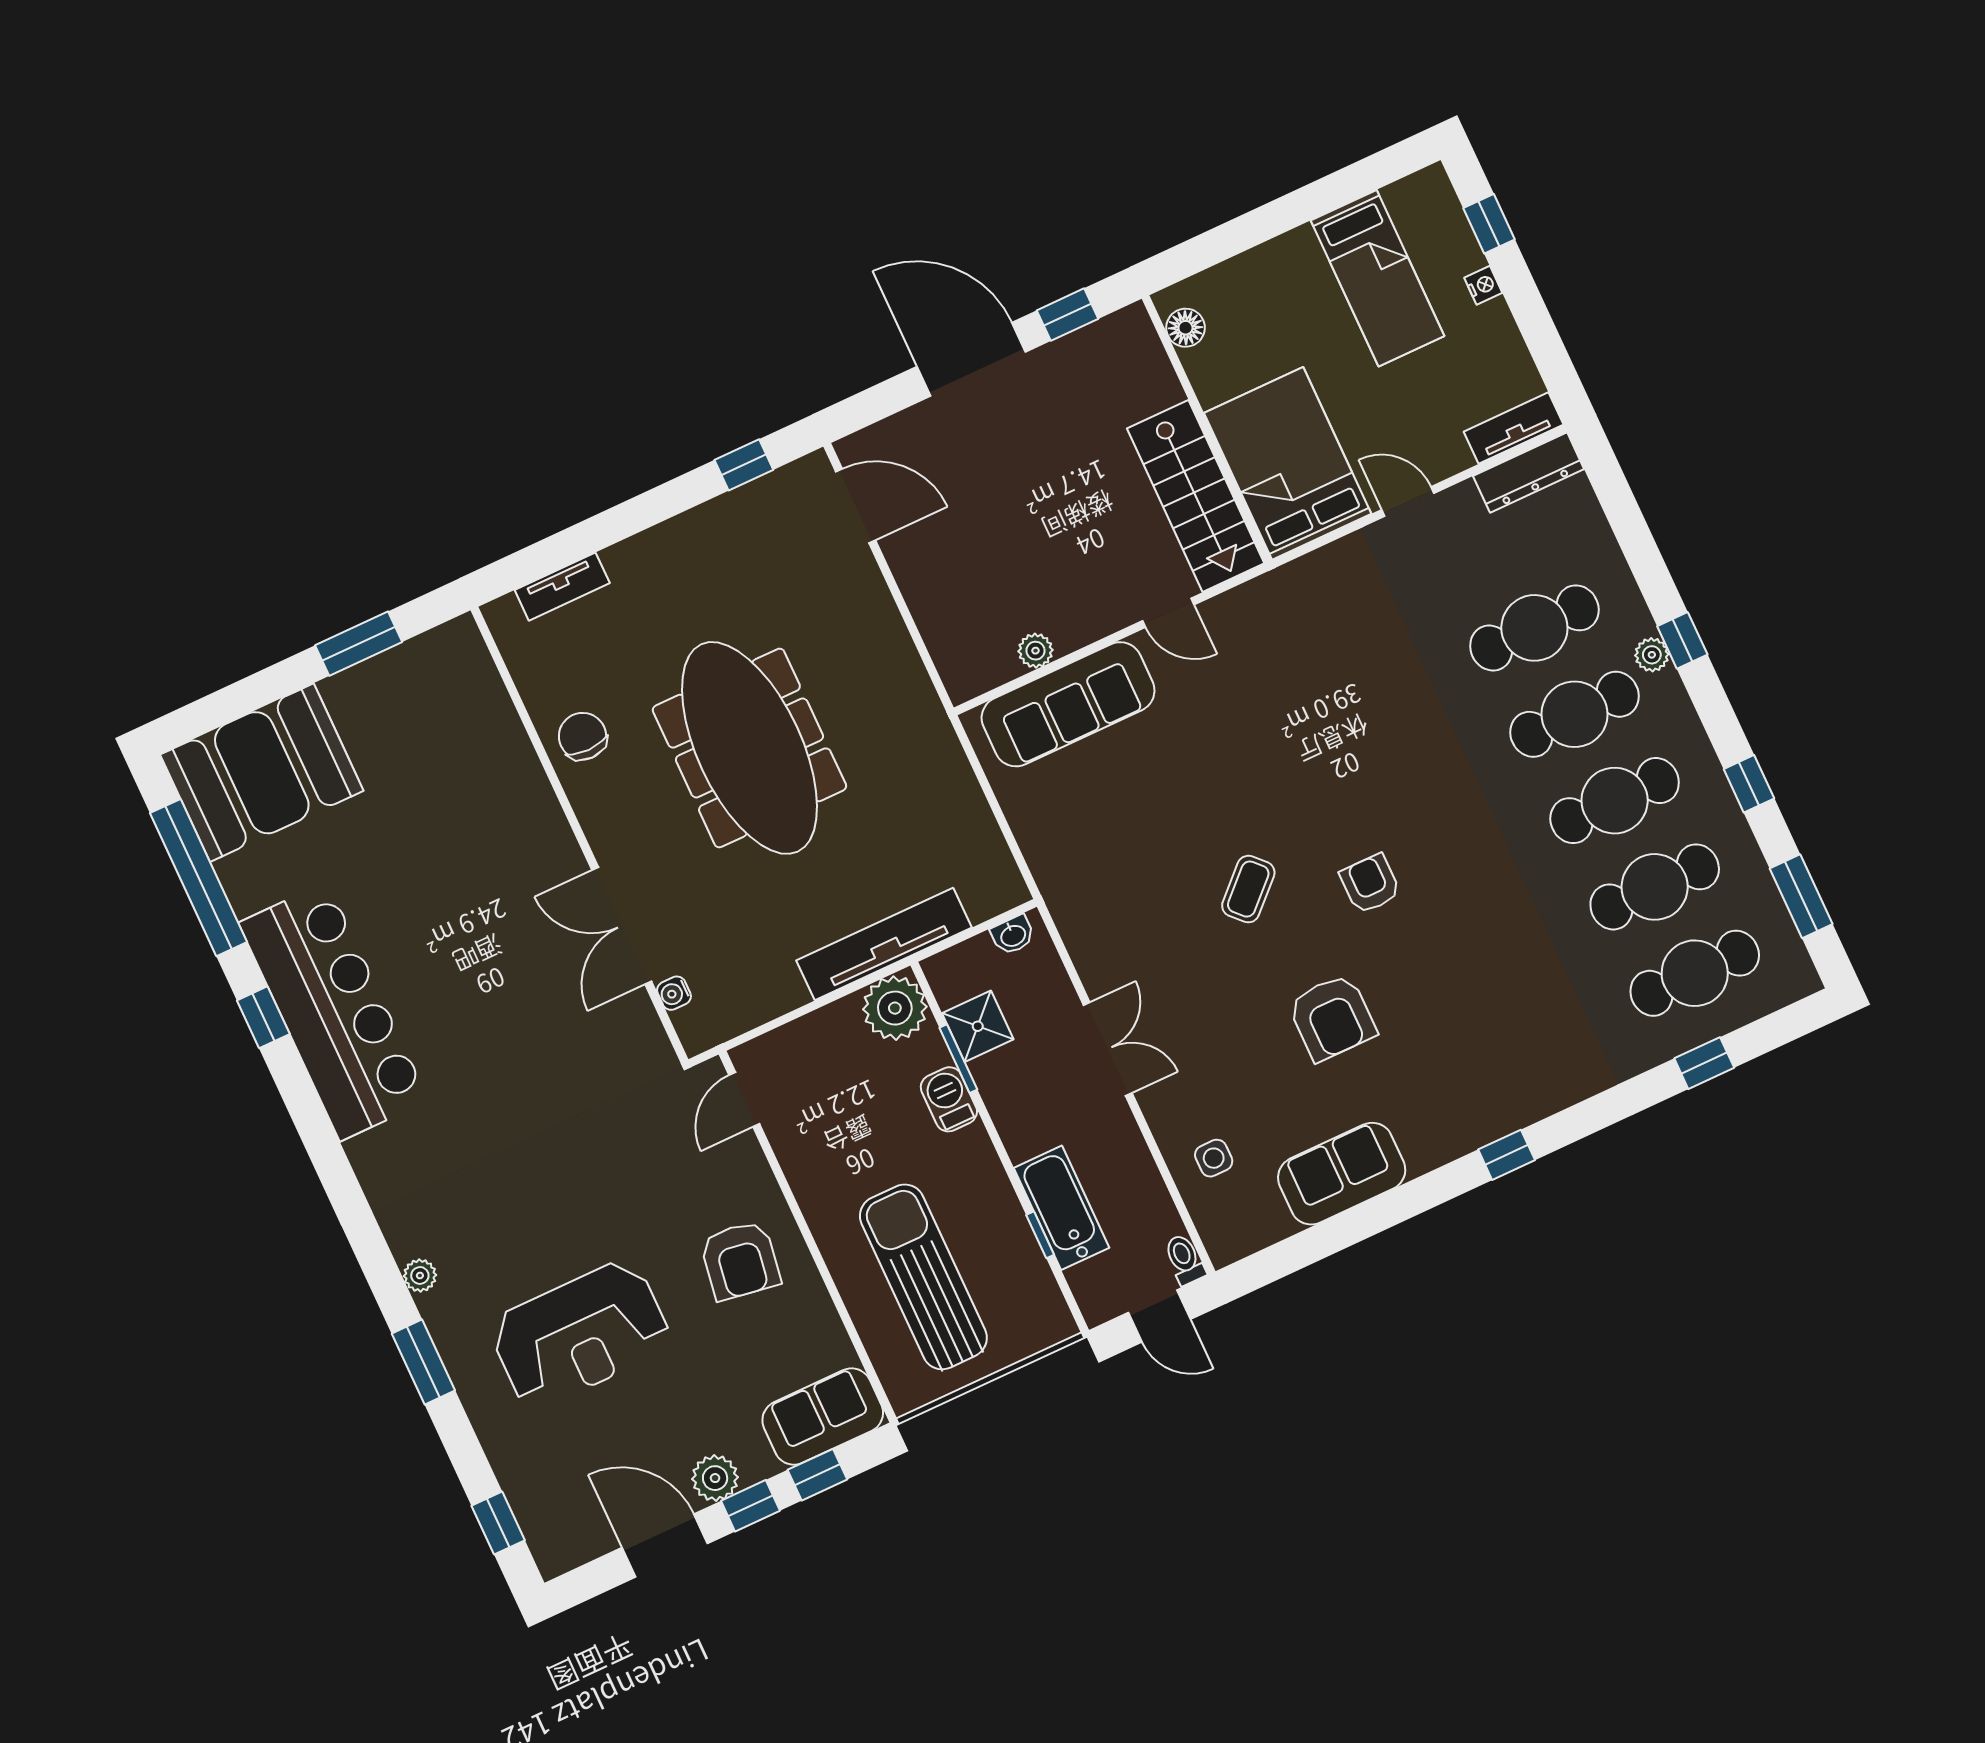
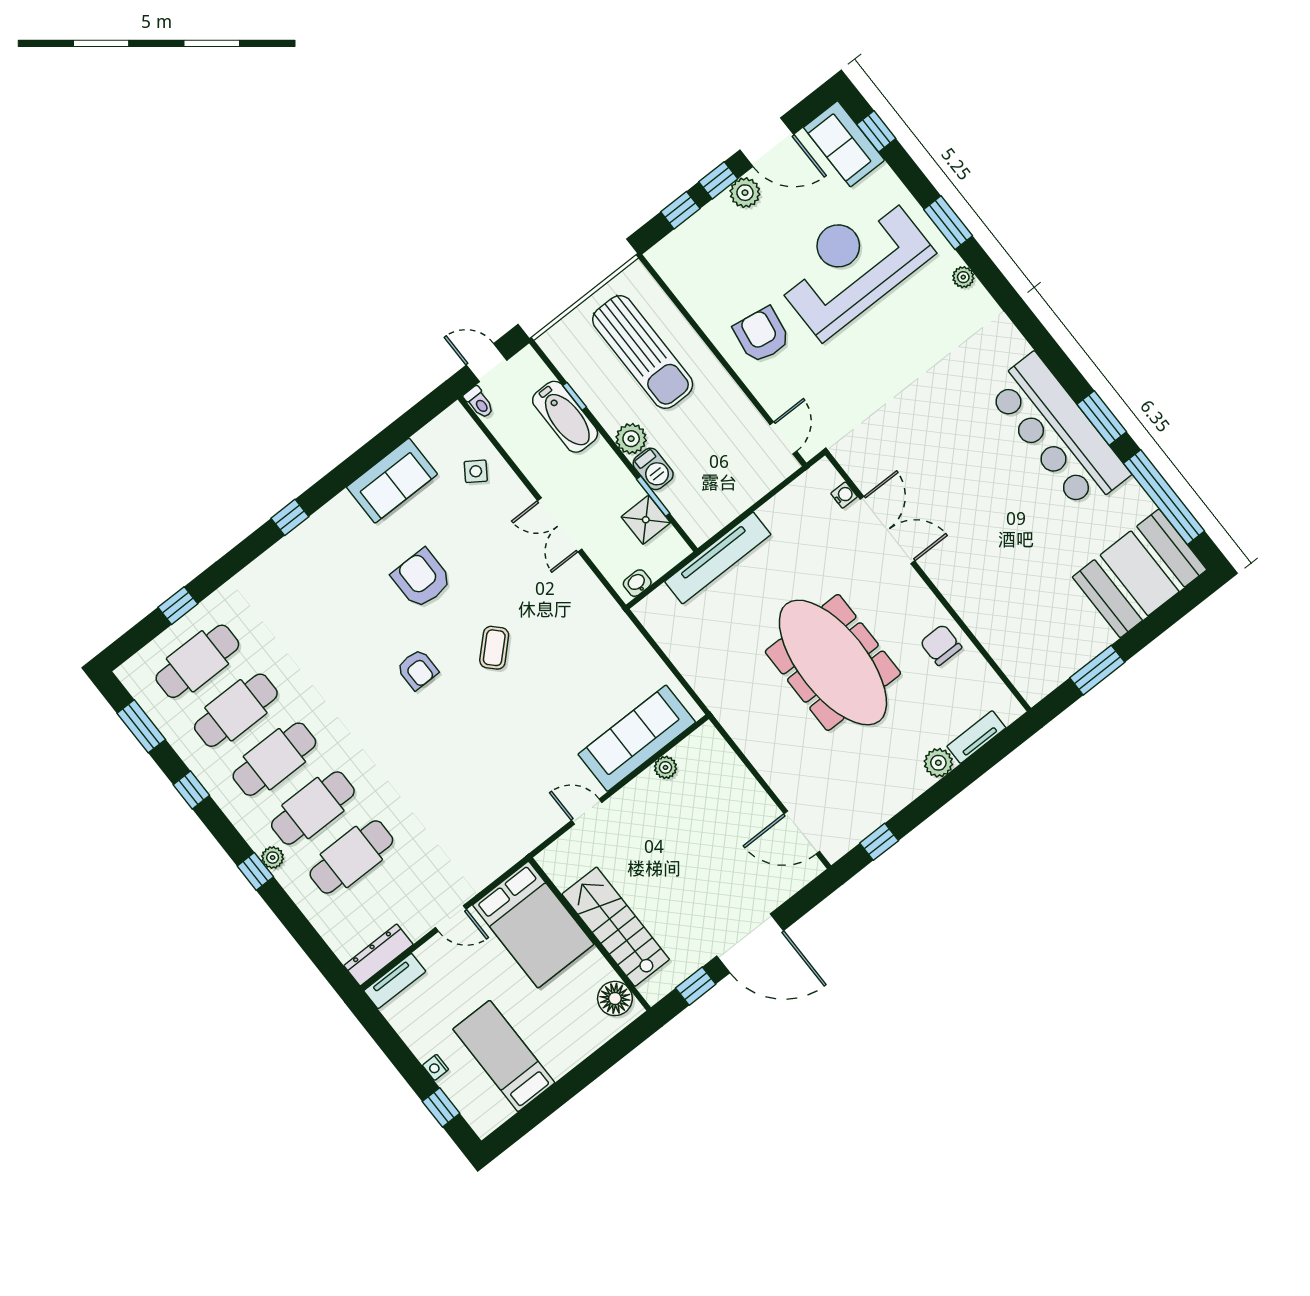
floor lamp: (1185, 328) -> (615, 998), width x1.38, depth x1.38
stairs: (1196, 496) -> (616, 927), moved
plant: (628, 562) -> (938, 763), added
chair: (583, 736) -> (941, 645), turned 180
plant: (895, 1008) -> (631, 439), moved, width x0.73, depth x0.73
window: (263, 1017) -> (1102, 418), width x1.50
side table: (1214, 1158) -> (476, 471), turned 34
reception desk: (580, 1334) -> (852, 264), width x1.36, depth x1.30
sofa: (823, 1417) -> (844, 144), moved, turned 90

